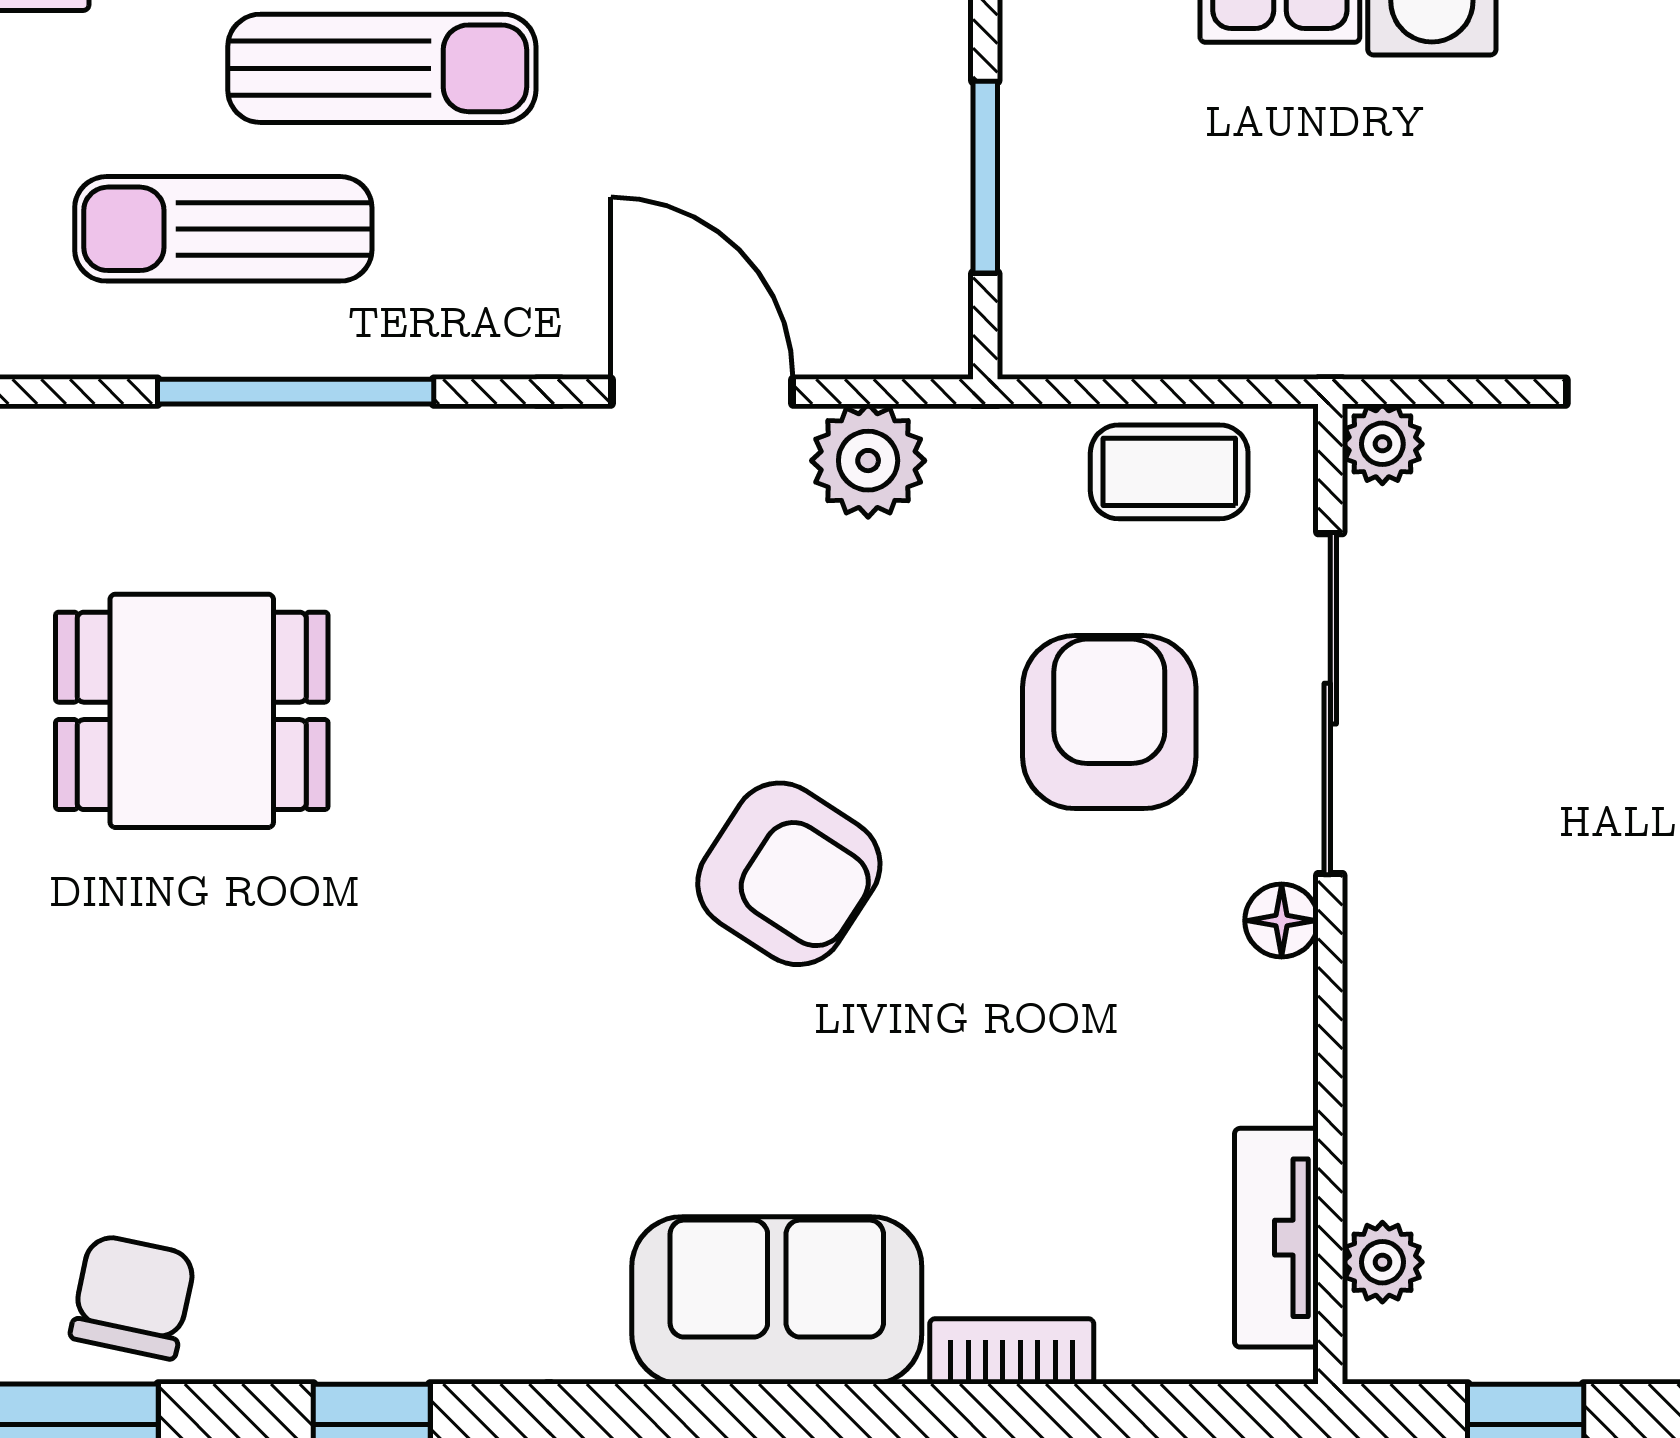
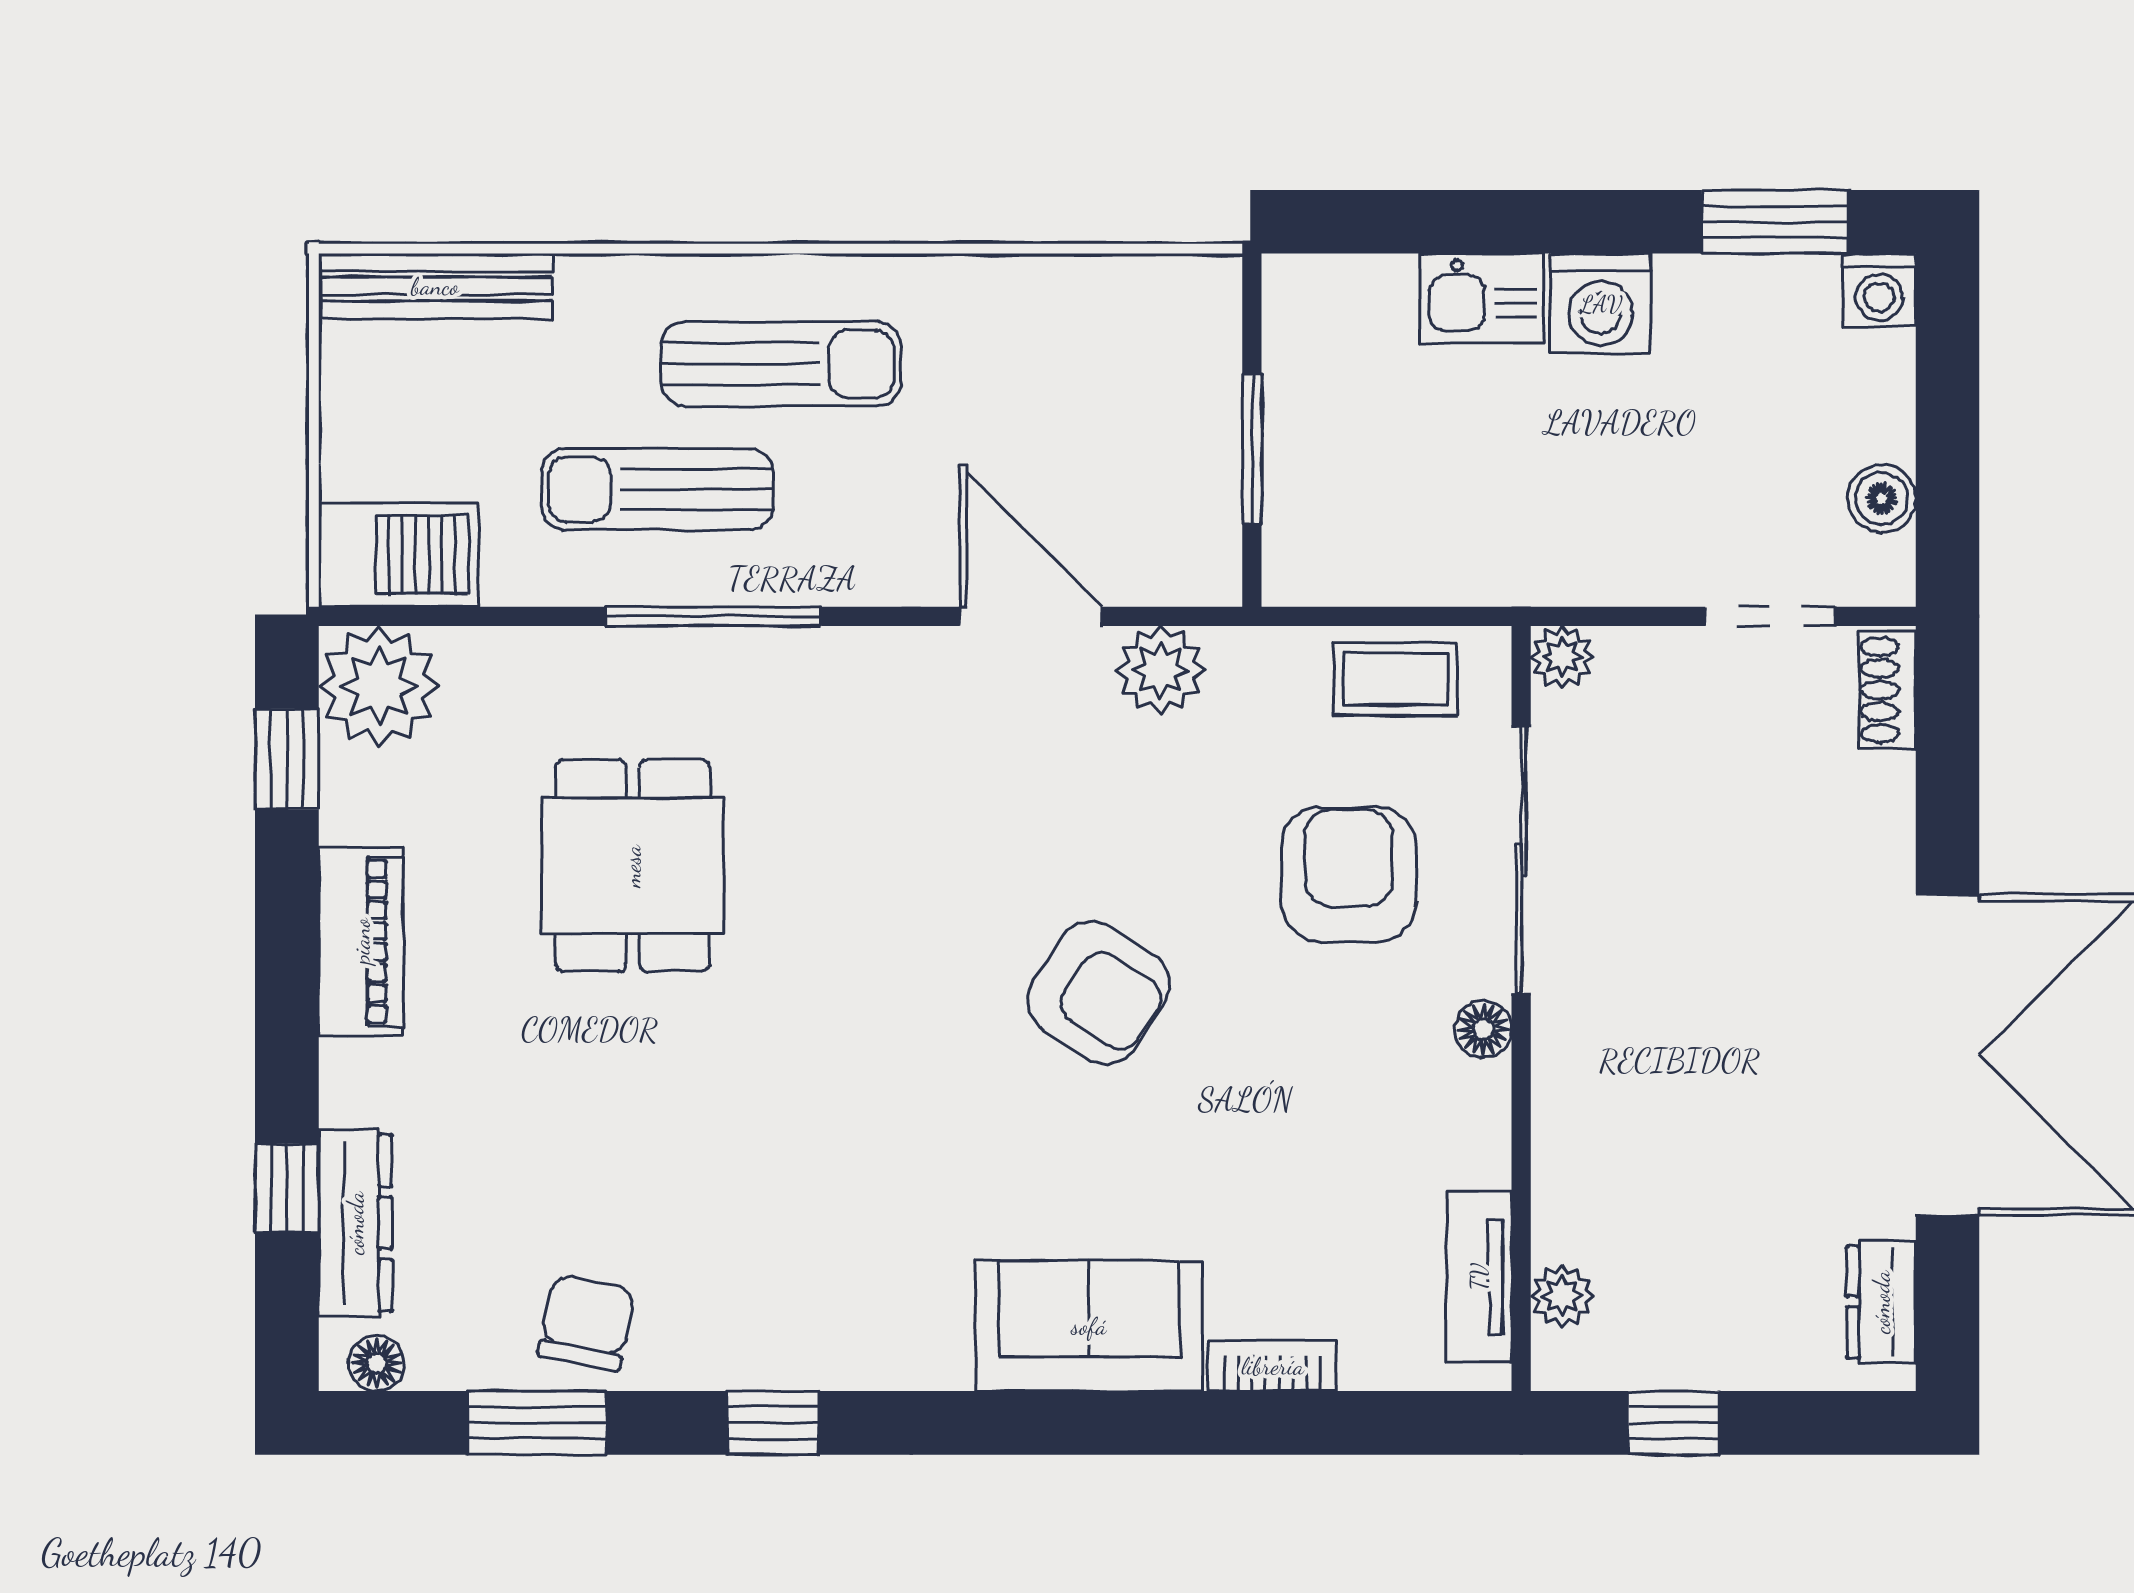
dining table: (192, 711) -> (632, 866), turned 90

